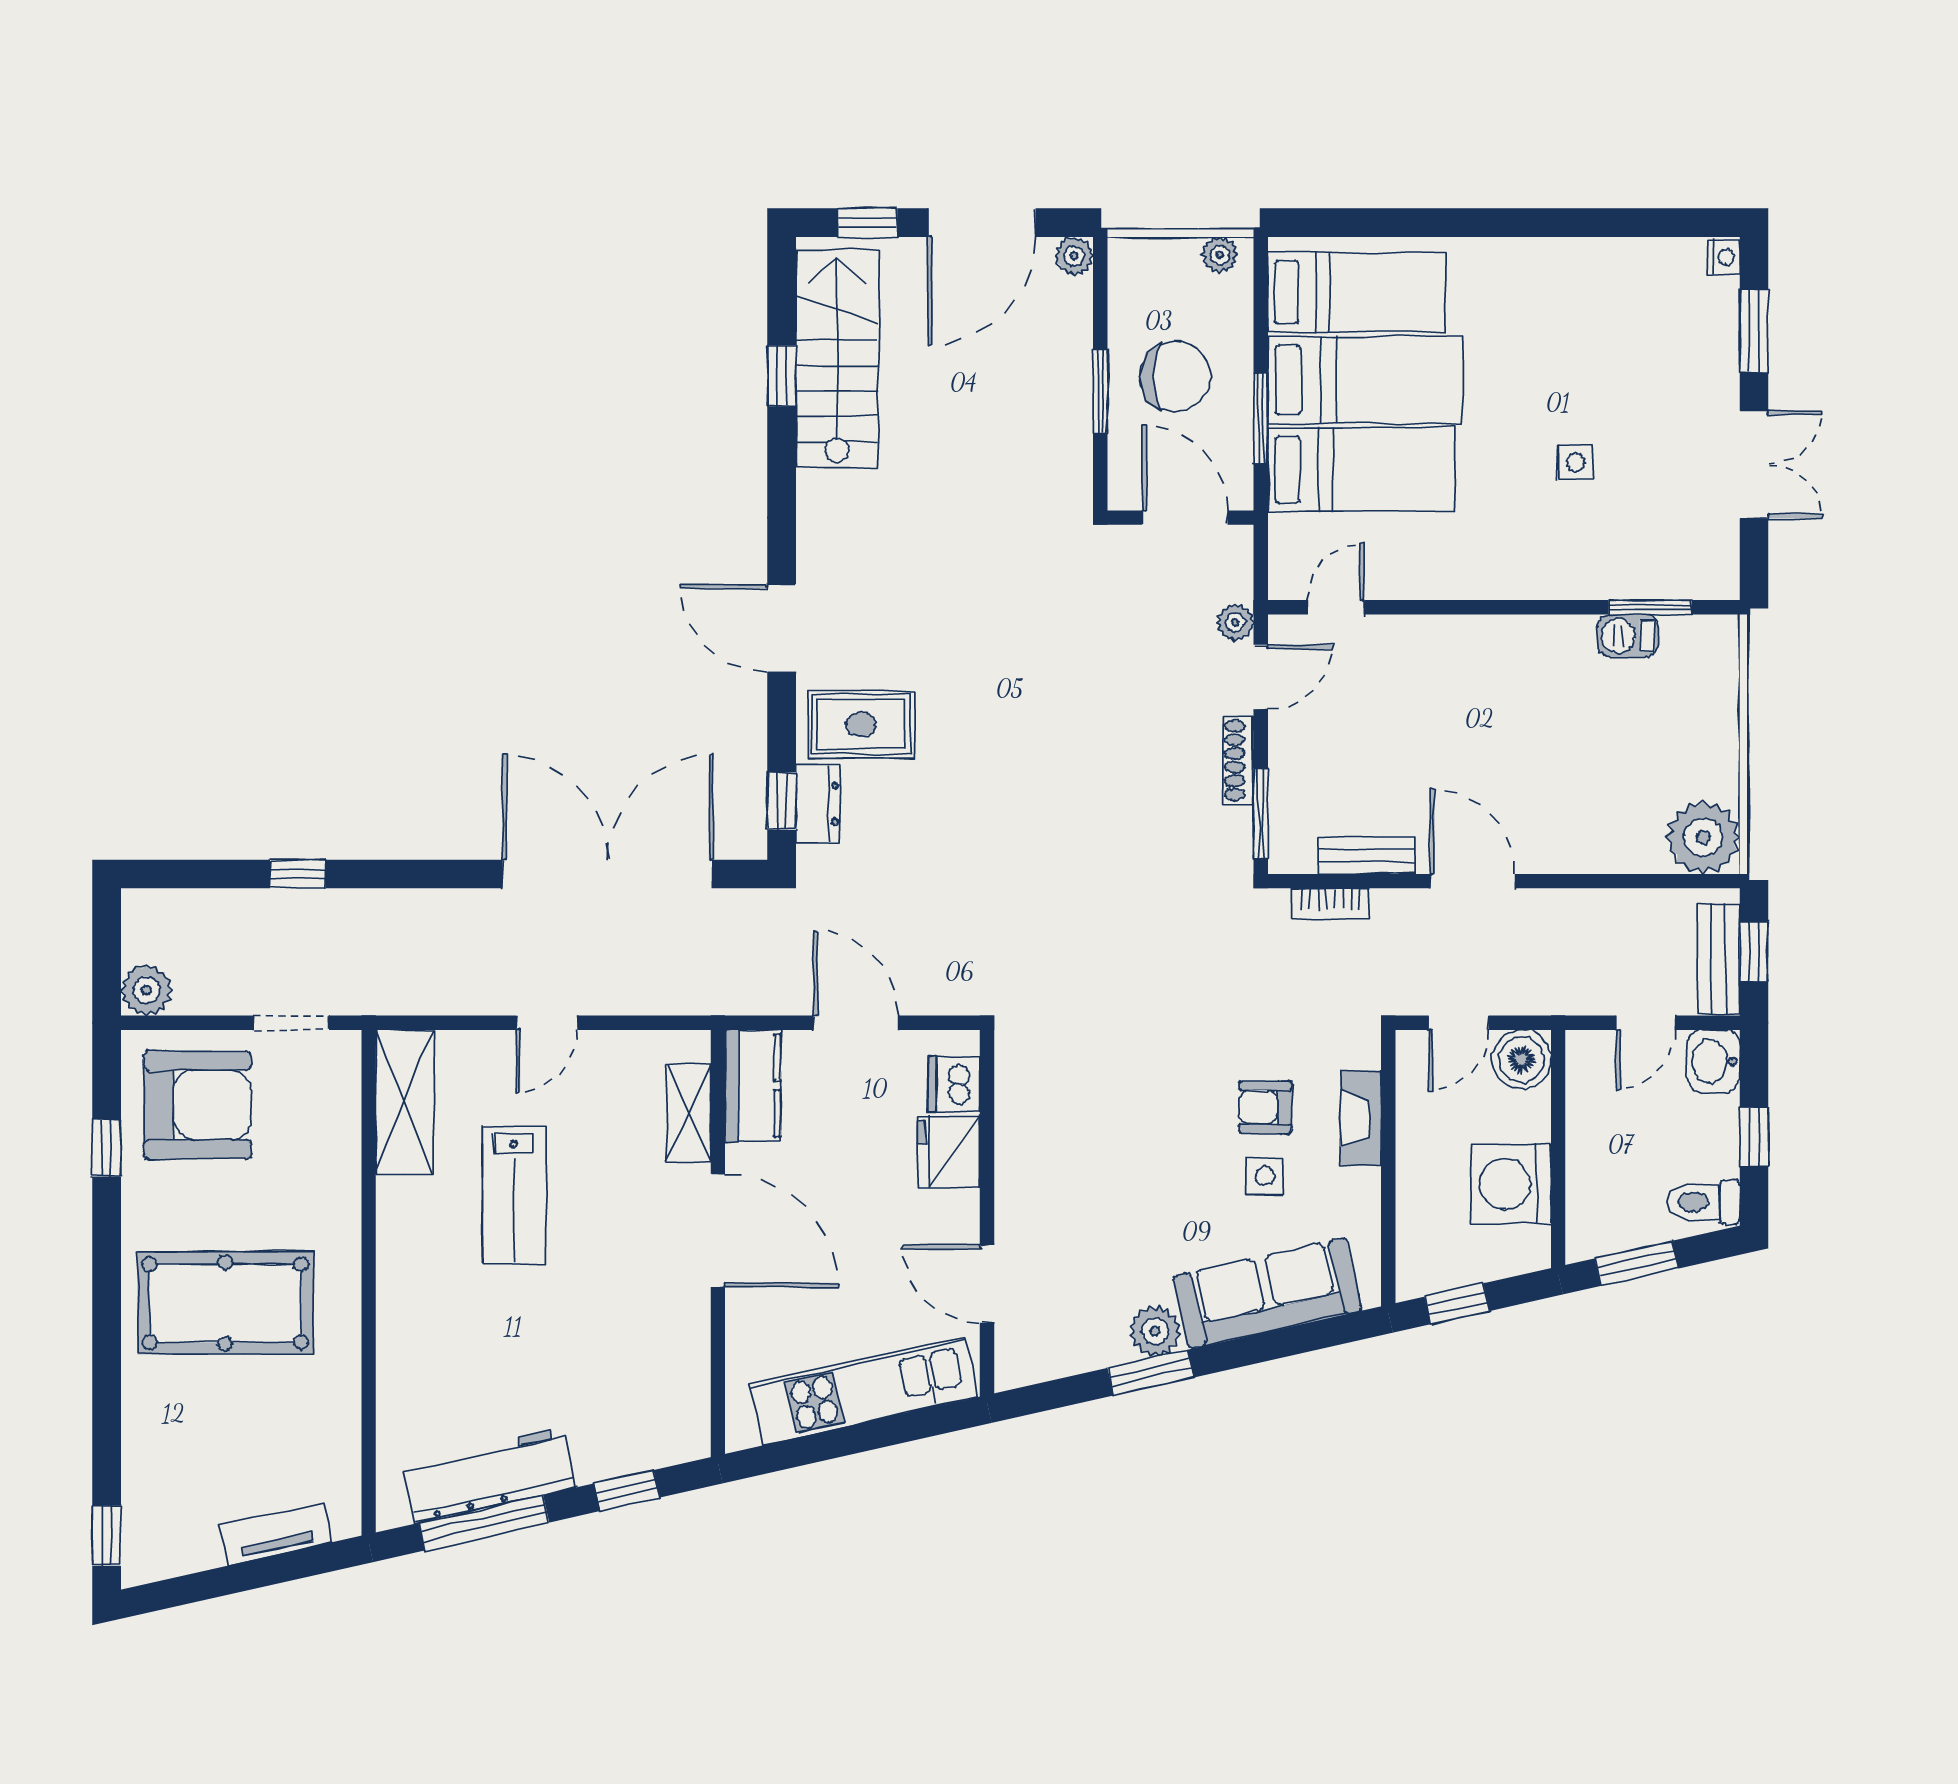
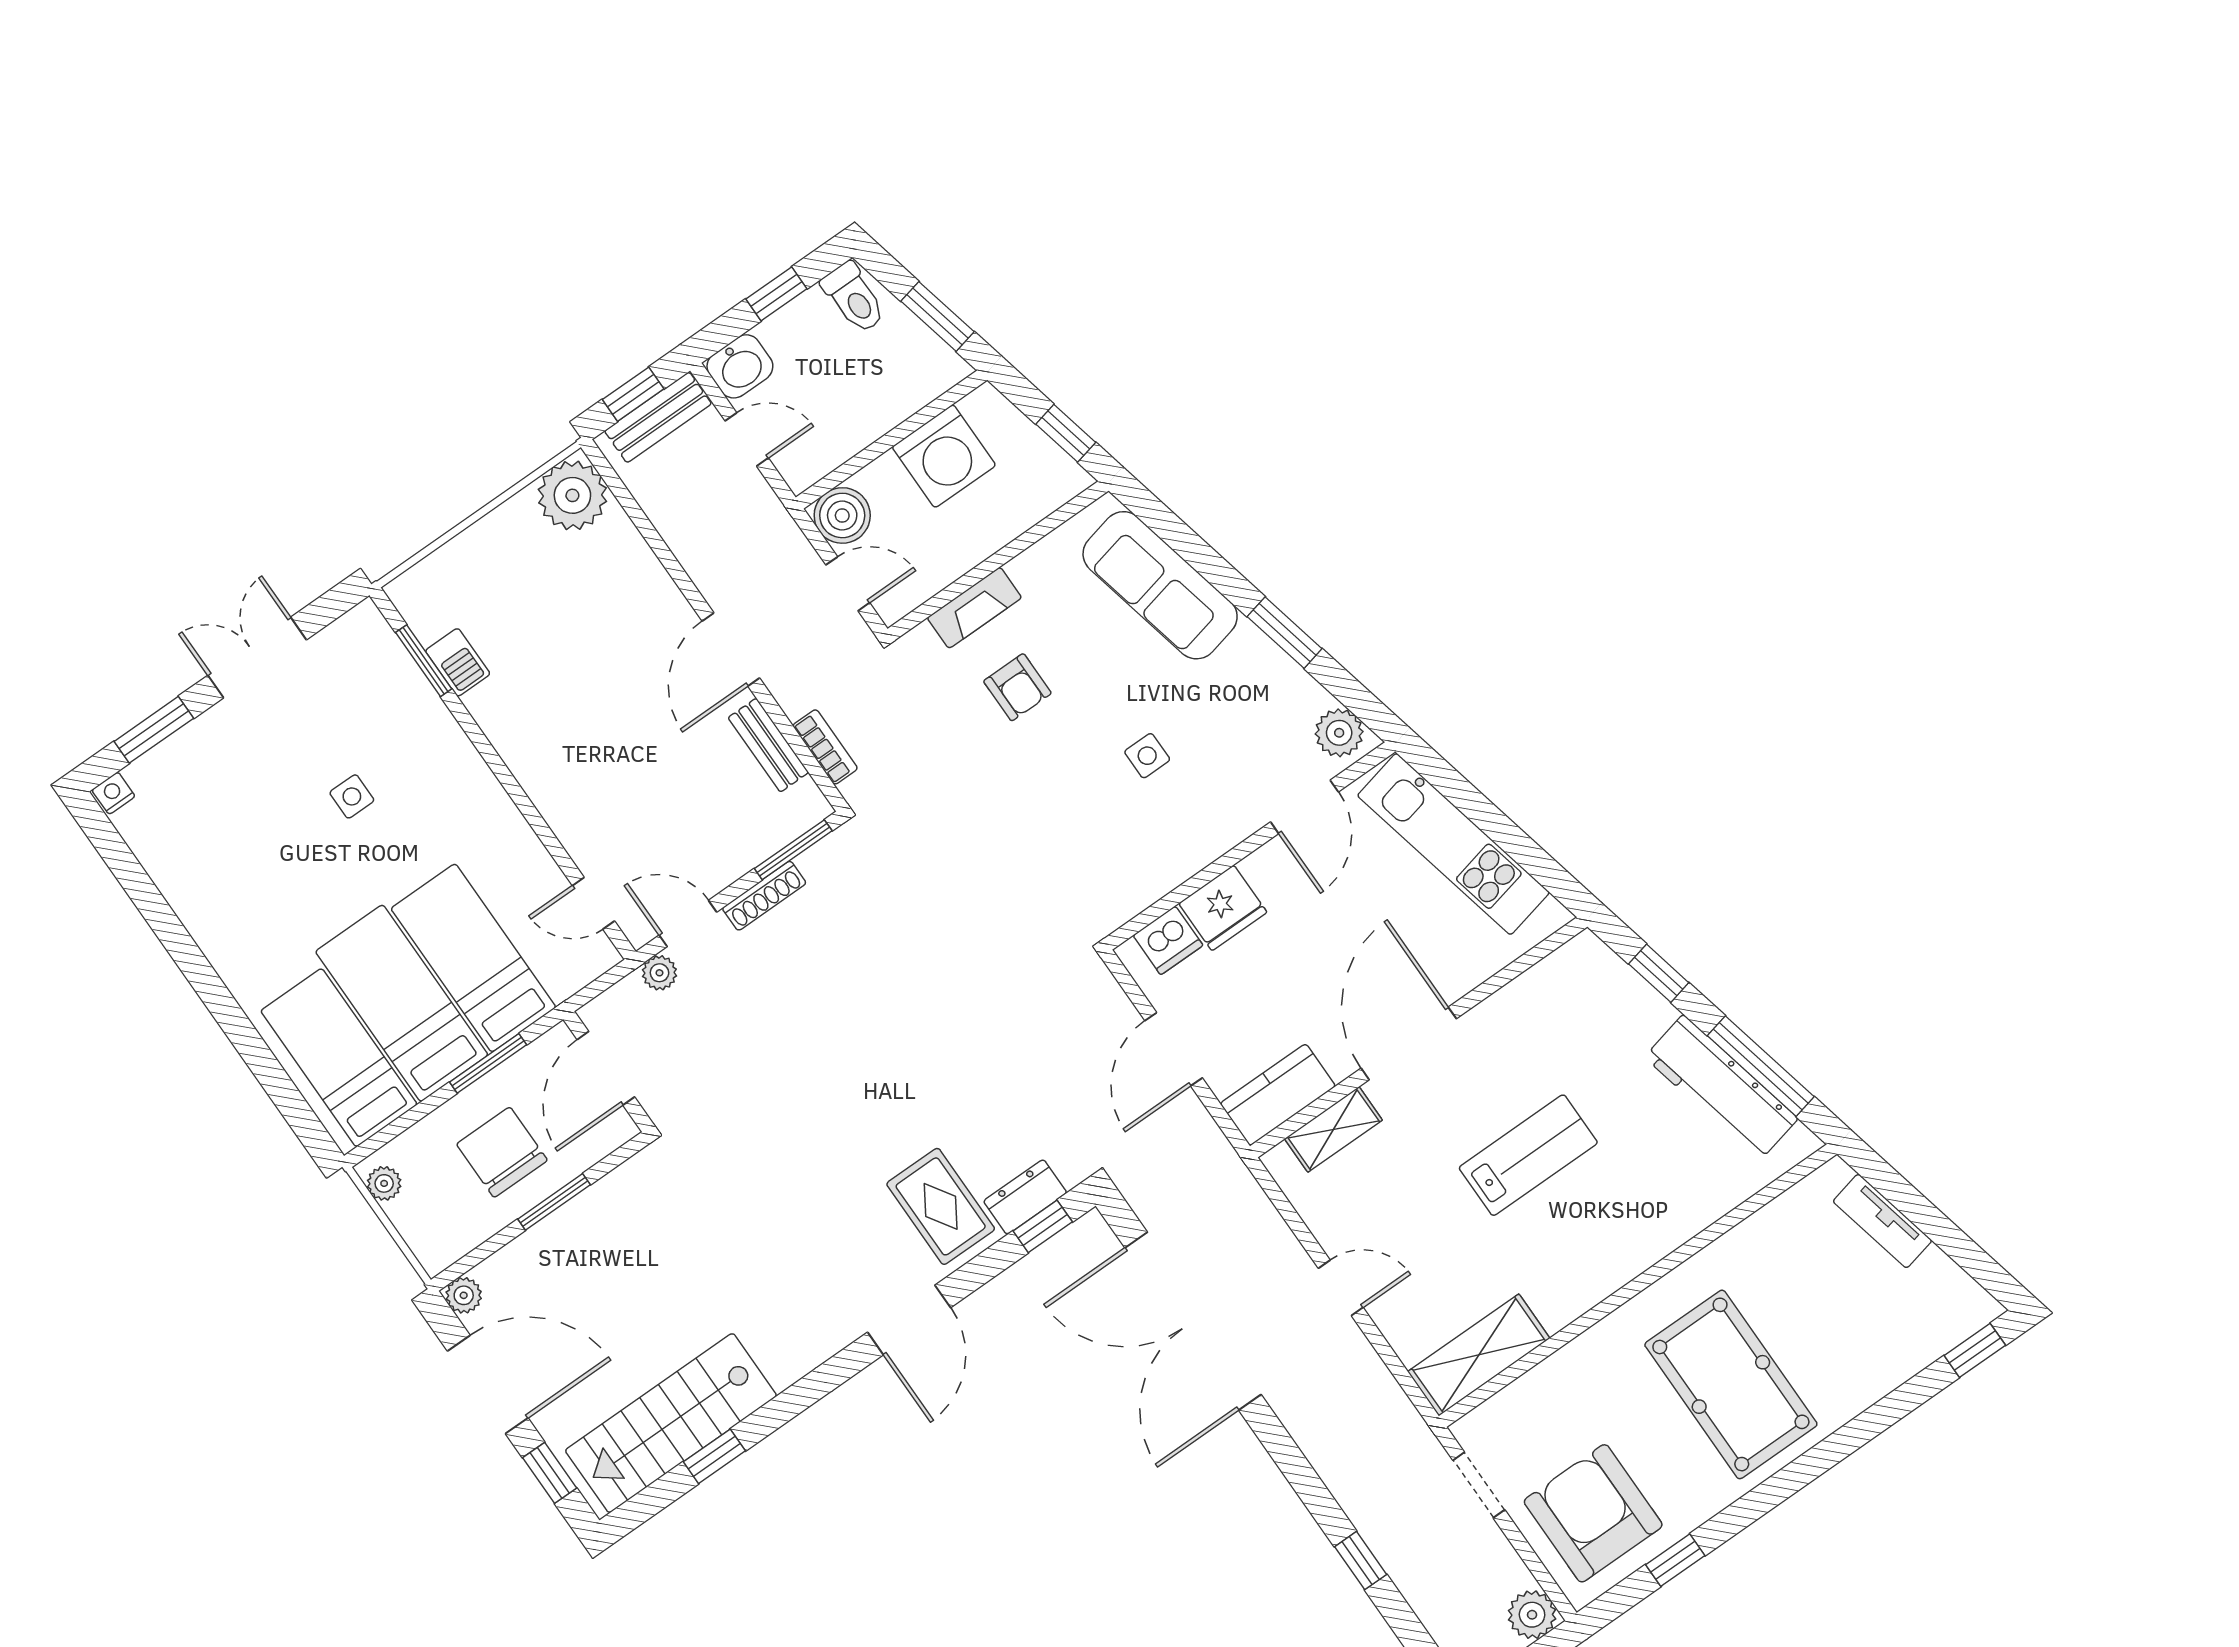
side table: (1265, 1176) -> (1147, 756), moved
lab bench: (514, 1195) -> (1528, 1155), moved
plant: (1155, 1331) -> (1339, 733), moved

